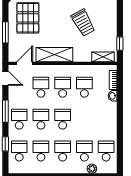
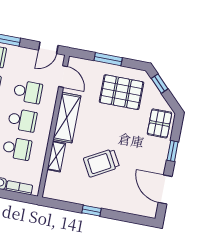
window: (120, 44) -> (91, 211), moved
shelving: (103, 57) -> (56, 156), moved

